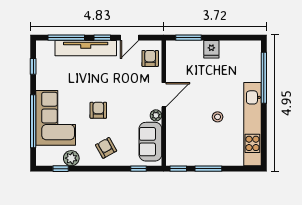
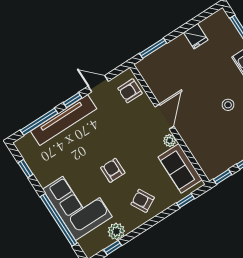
door: (130, 38) -> (98, 84), swing flipped
fridge: (211, 49) -> (196, 36), moved
armchair: (150, 58) -> (130, 91), turned -90

